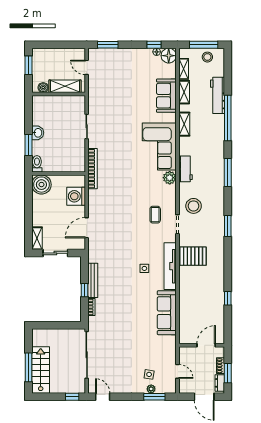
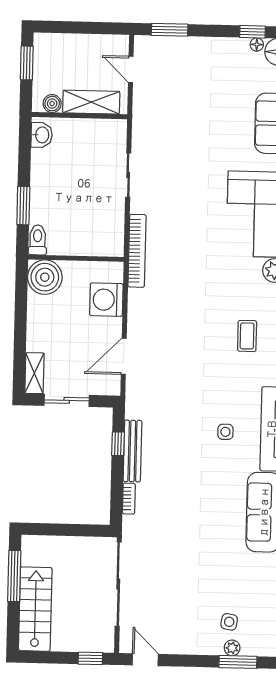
washbasin: (38, 133) -> (42, 135), moved
window: (85, 290) -> (118, 444), moved
window: (28, 367) -> (14, 576), moved

